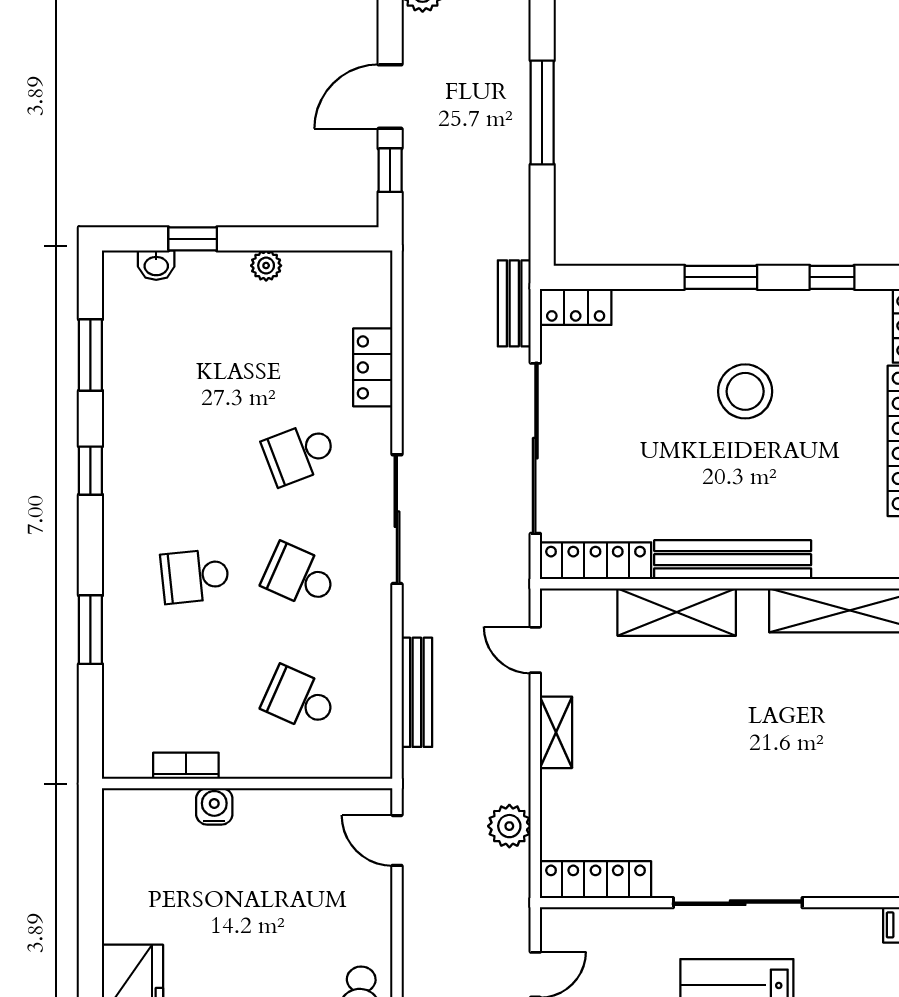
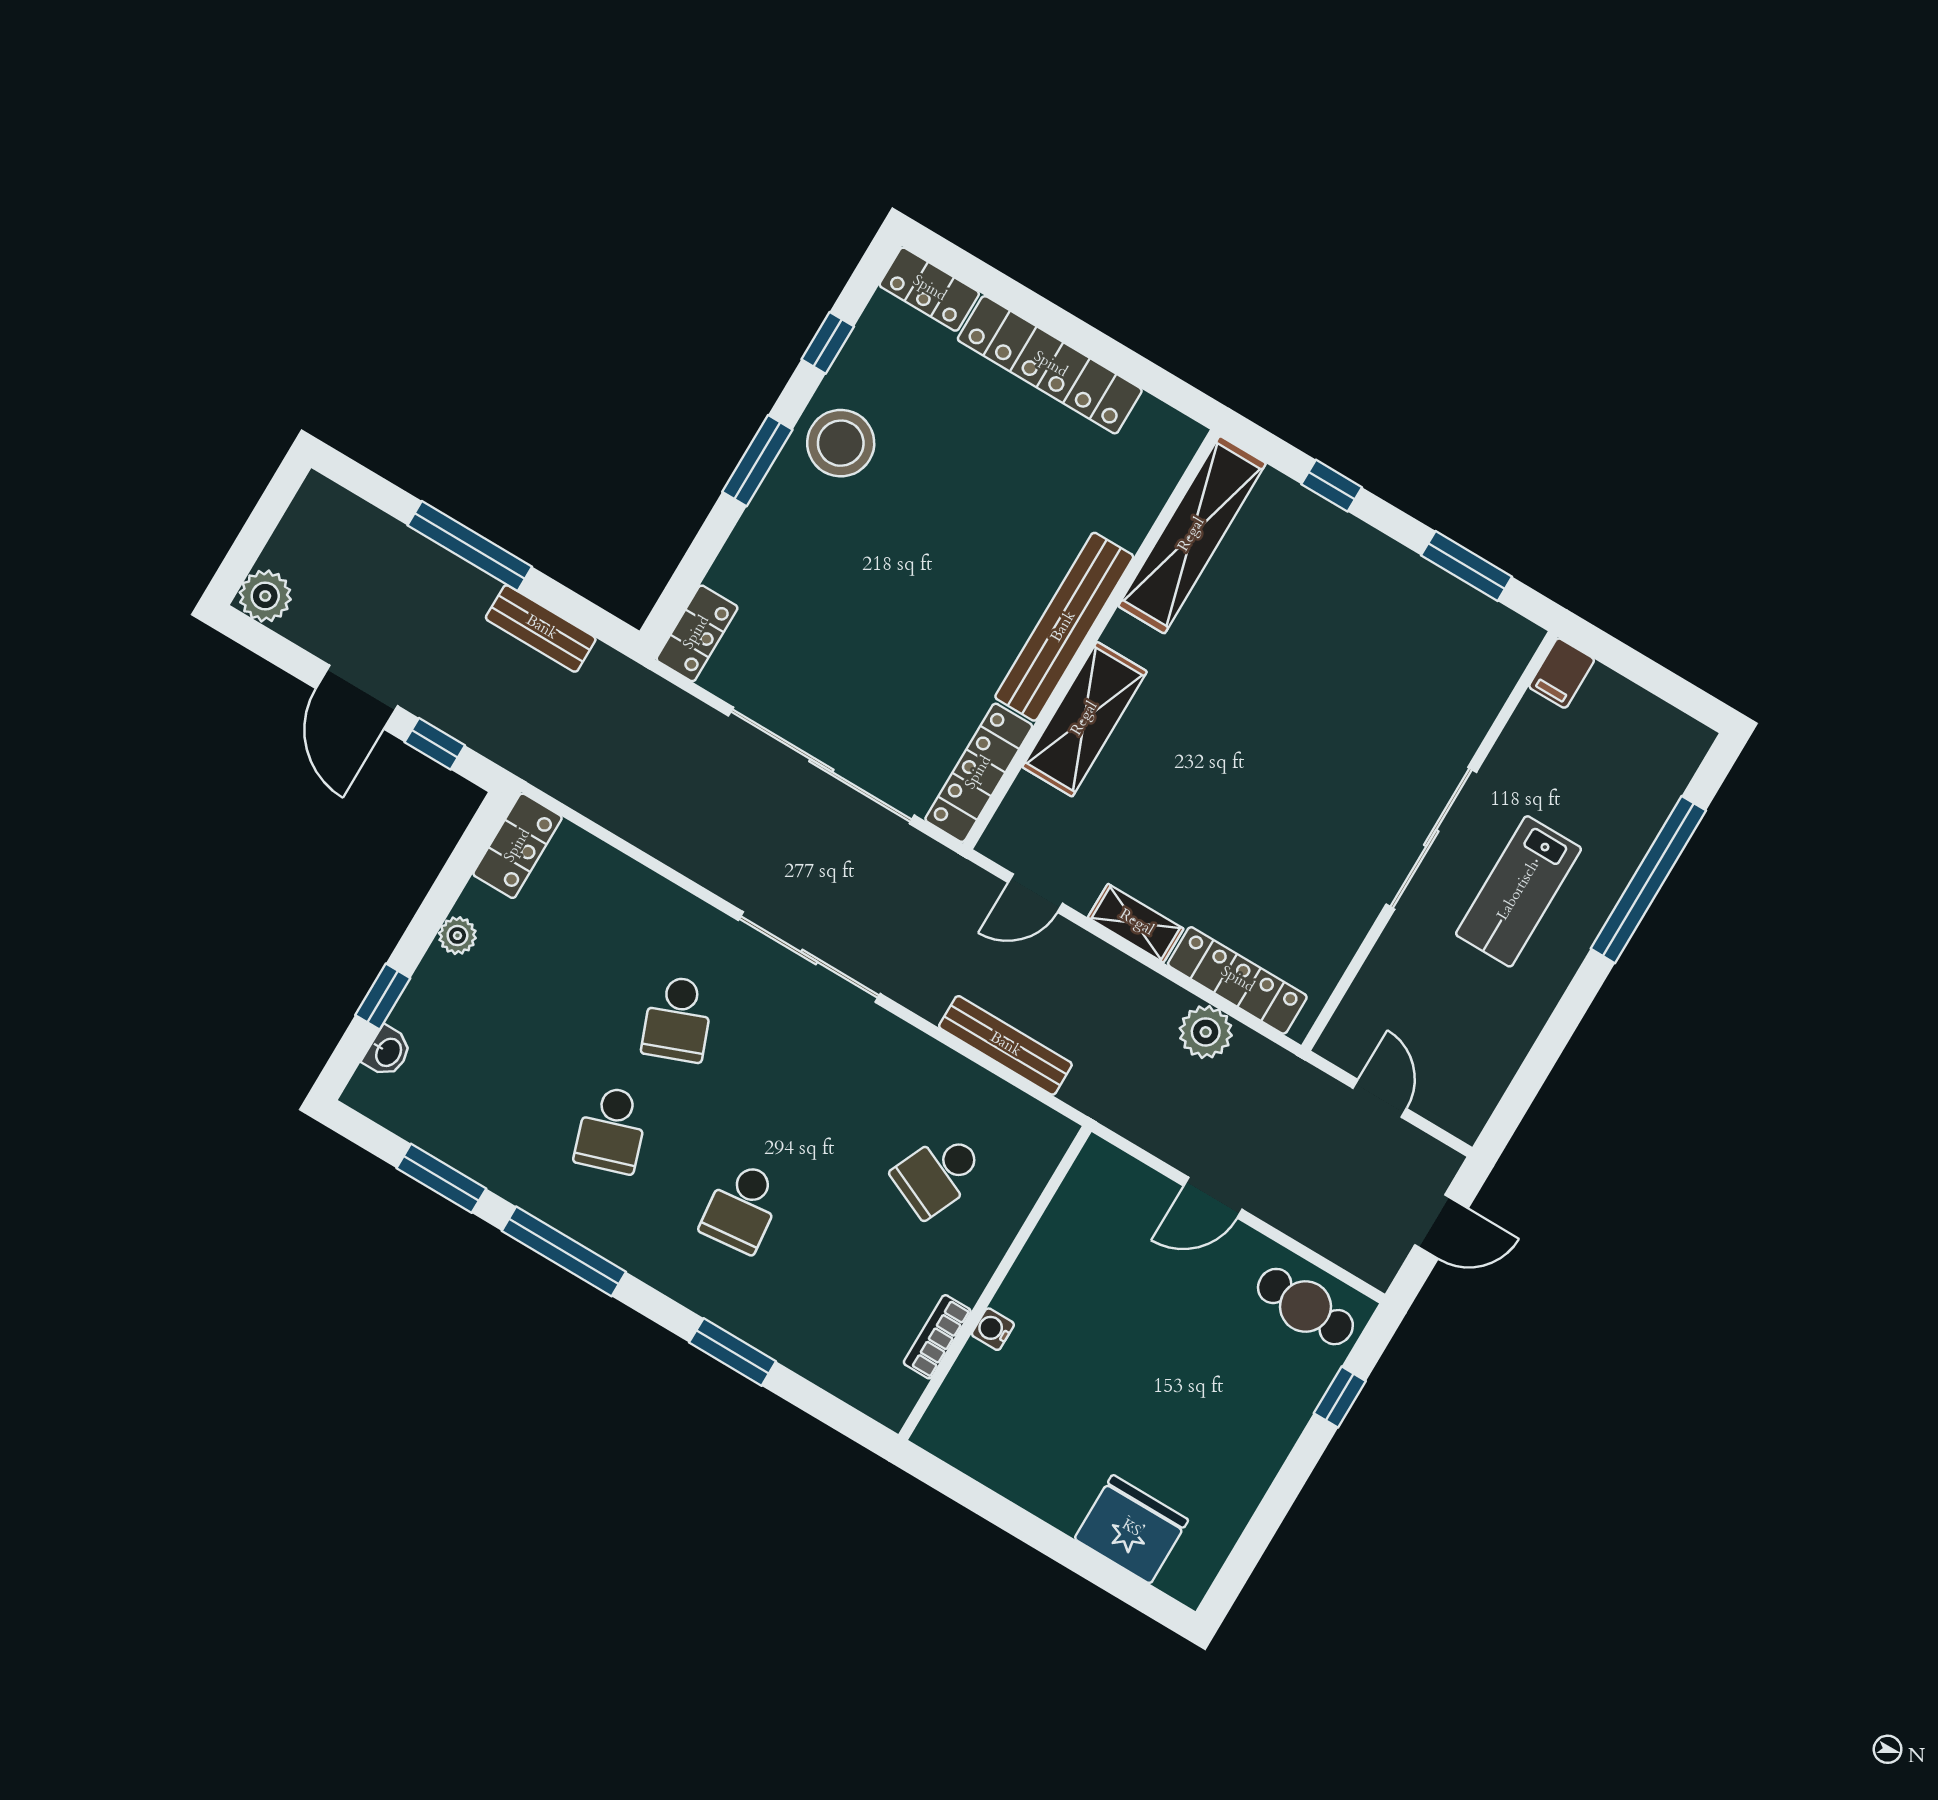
bench: (514, 303) -> (541, 628), moved
locker: (373, 367) -> (518, 846), moved, turned -90
stool: (745, 391) -> (841, 443), moved
window: (90, 471) -> (564, 1251), width x2.17
school desk: (299, 576) -> (611, 1130), moved, turned -42
water cooler: (214, 806) -> (993, 1329), width x0.72, depth x0.72
door: (397, 840) -> (1213, 1198), moved
locker: (596, 880) -> (1237, 980), moved, turned 90

